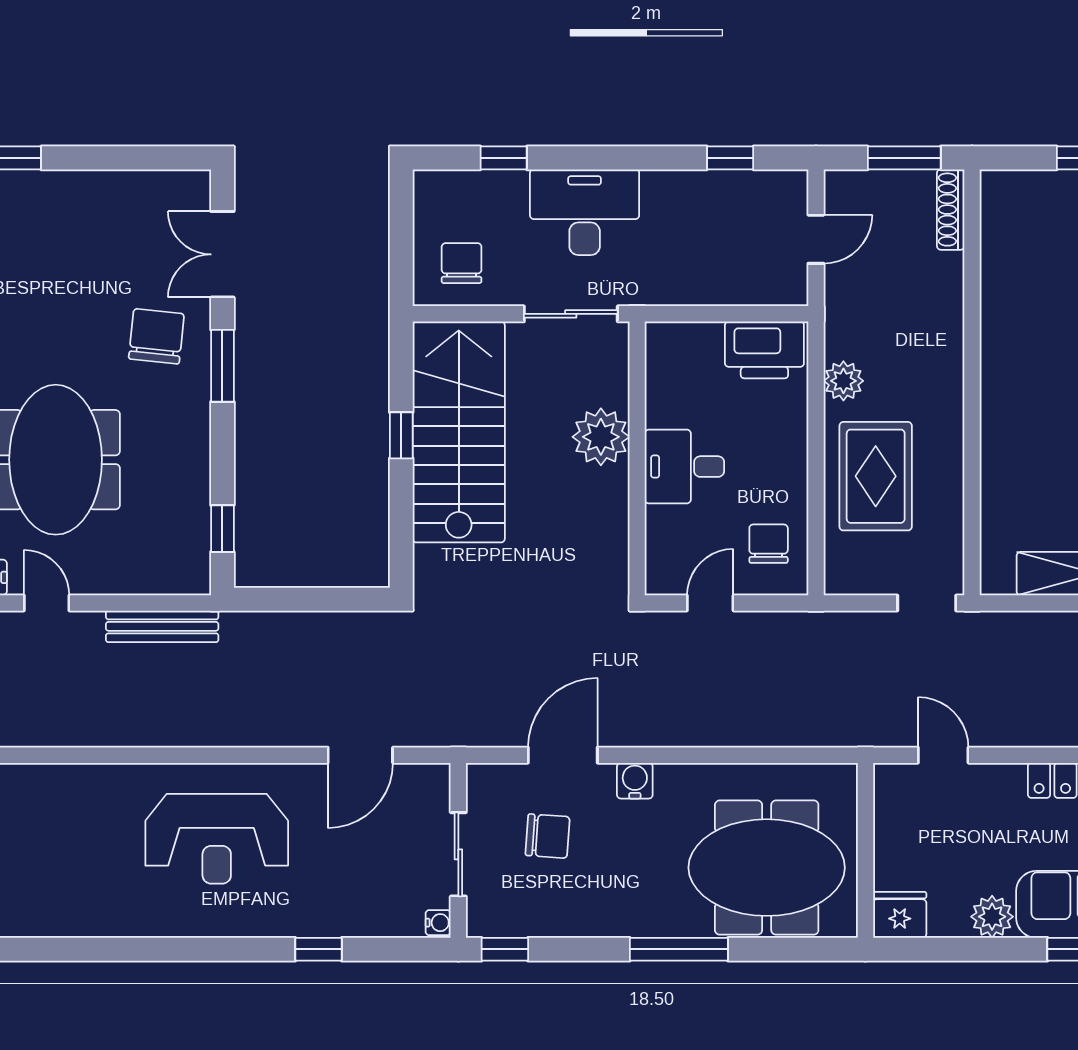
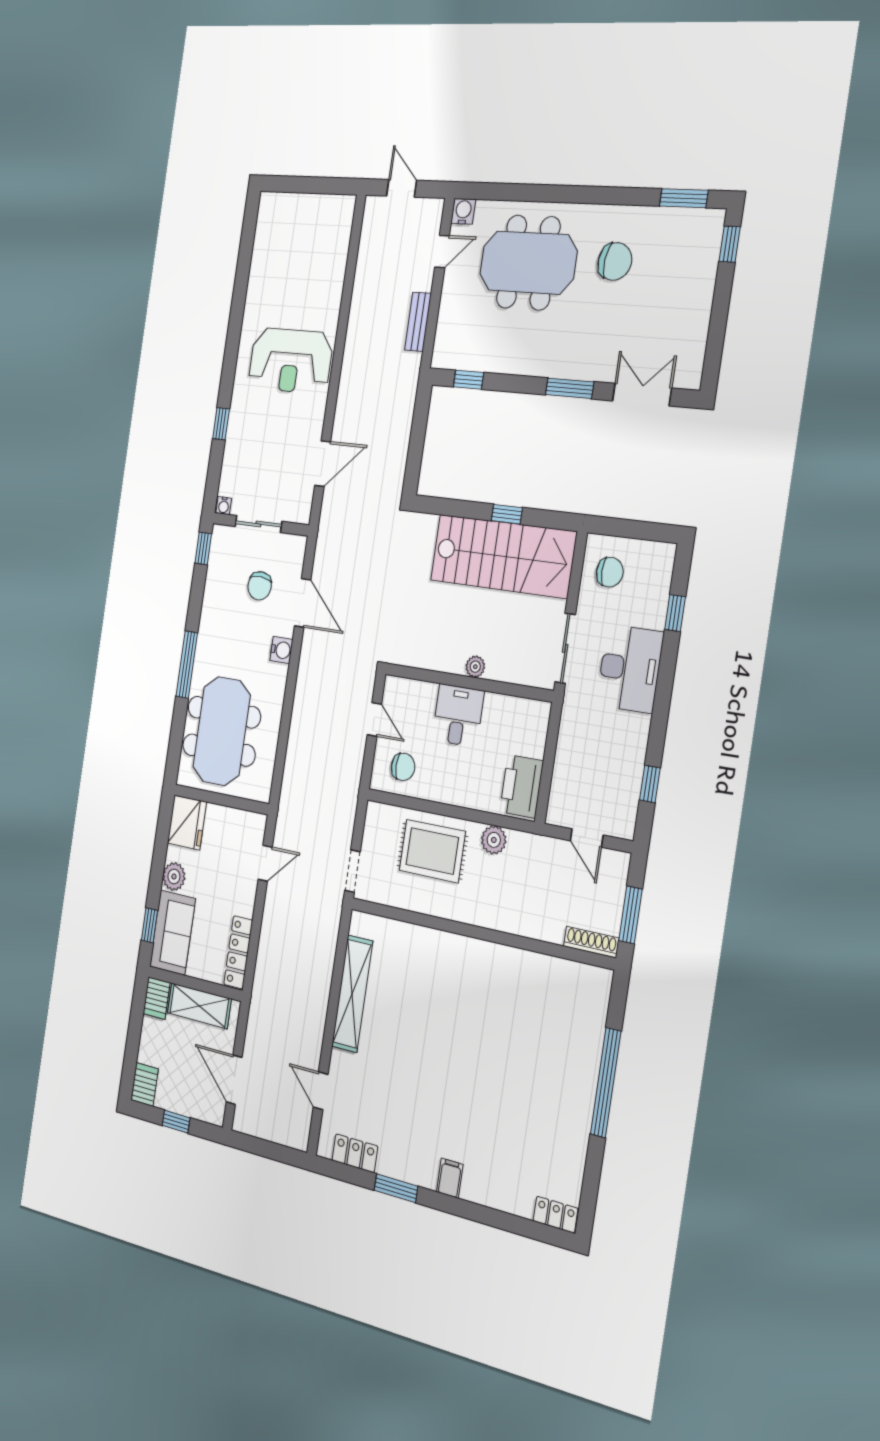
chair: (156, 336) -> (615, 261), moved
plant: (601, 437) -> (475, 667), width x0.53, depth x0.53
bench: (162, 626) -> (418, 322), width x0.73
door: (360, 755) -> (323, 464), swing flipped
reception desk: (217, 839) -> (290, 361), turned -90
fridge: (900, 915) -> (187, 822), width x1.36, depth x1.34

